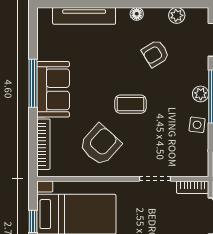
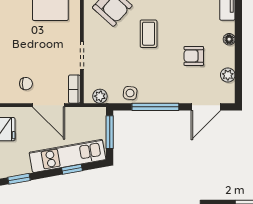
armchair: (155, 53) -> (194, 56), turned -59
plant: (201, 94) -> (100, 96), moved

